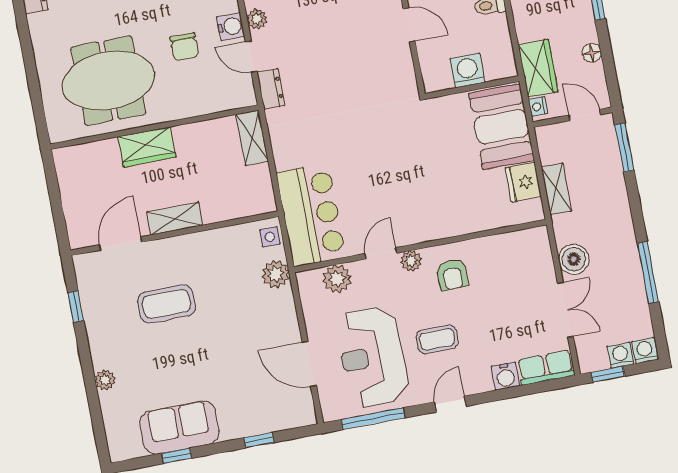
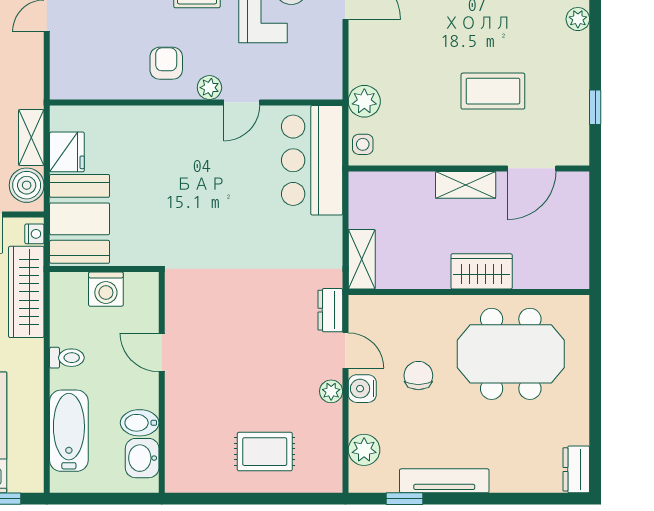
wardrobe: (538, 68) -> (26, 292), width x1.50
boiler: (574, 259) -> (27, 185), moved
plant: (337, 279) -> (296, 83), removed

